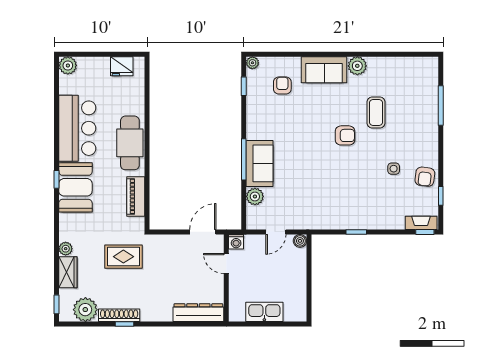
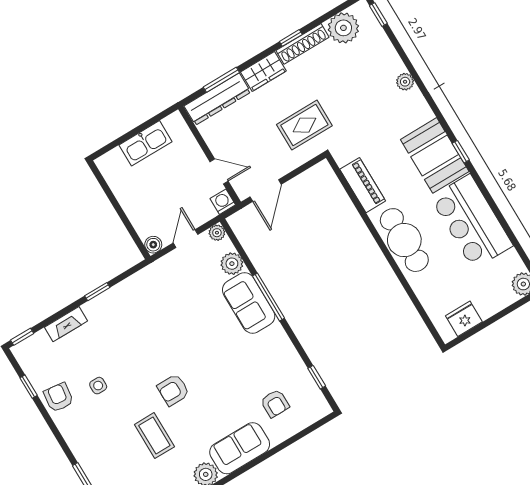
plant: (252, 63) -> (217, 233), moved
fireplace: (421, 223) -> (66, 324), moved
rug: (123, 257) -> (304, 125), moved
wardrobe: (68, 272) -> (263, 71), moved, turned -90
window: (188, 324) -> (221, 80), added

